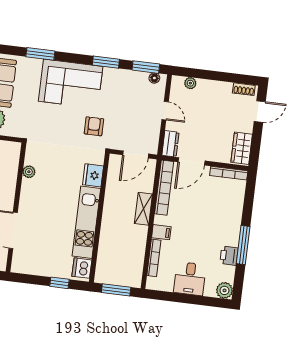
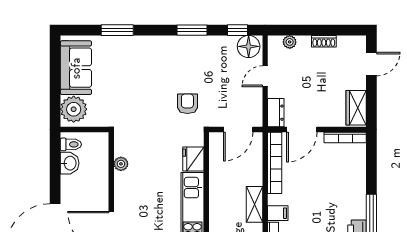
window: (146, 67) -> (237, 30), width x0.67
floor lamp: (154, 78) -> (249, 46), width x1.89, depth x1.89
corner sofa: (71, 84) -> (155, 59), removed
shoe rack: (244, 89) -> (324, 41), moved
door: (165, 111) -> (265, 76), swing flipped
shelving: (143, 209) -> (254, 204), moved

